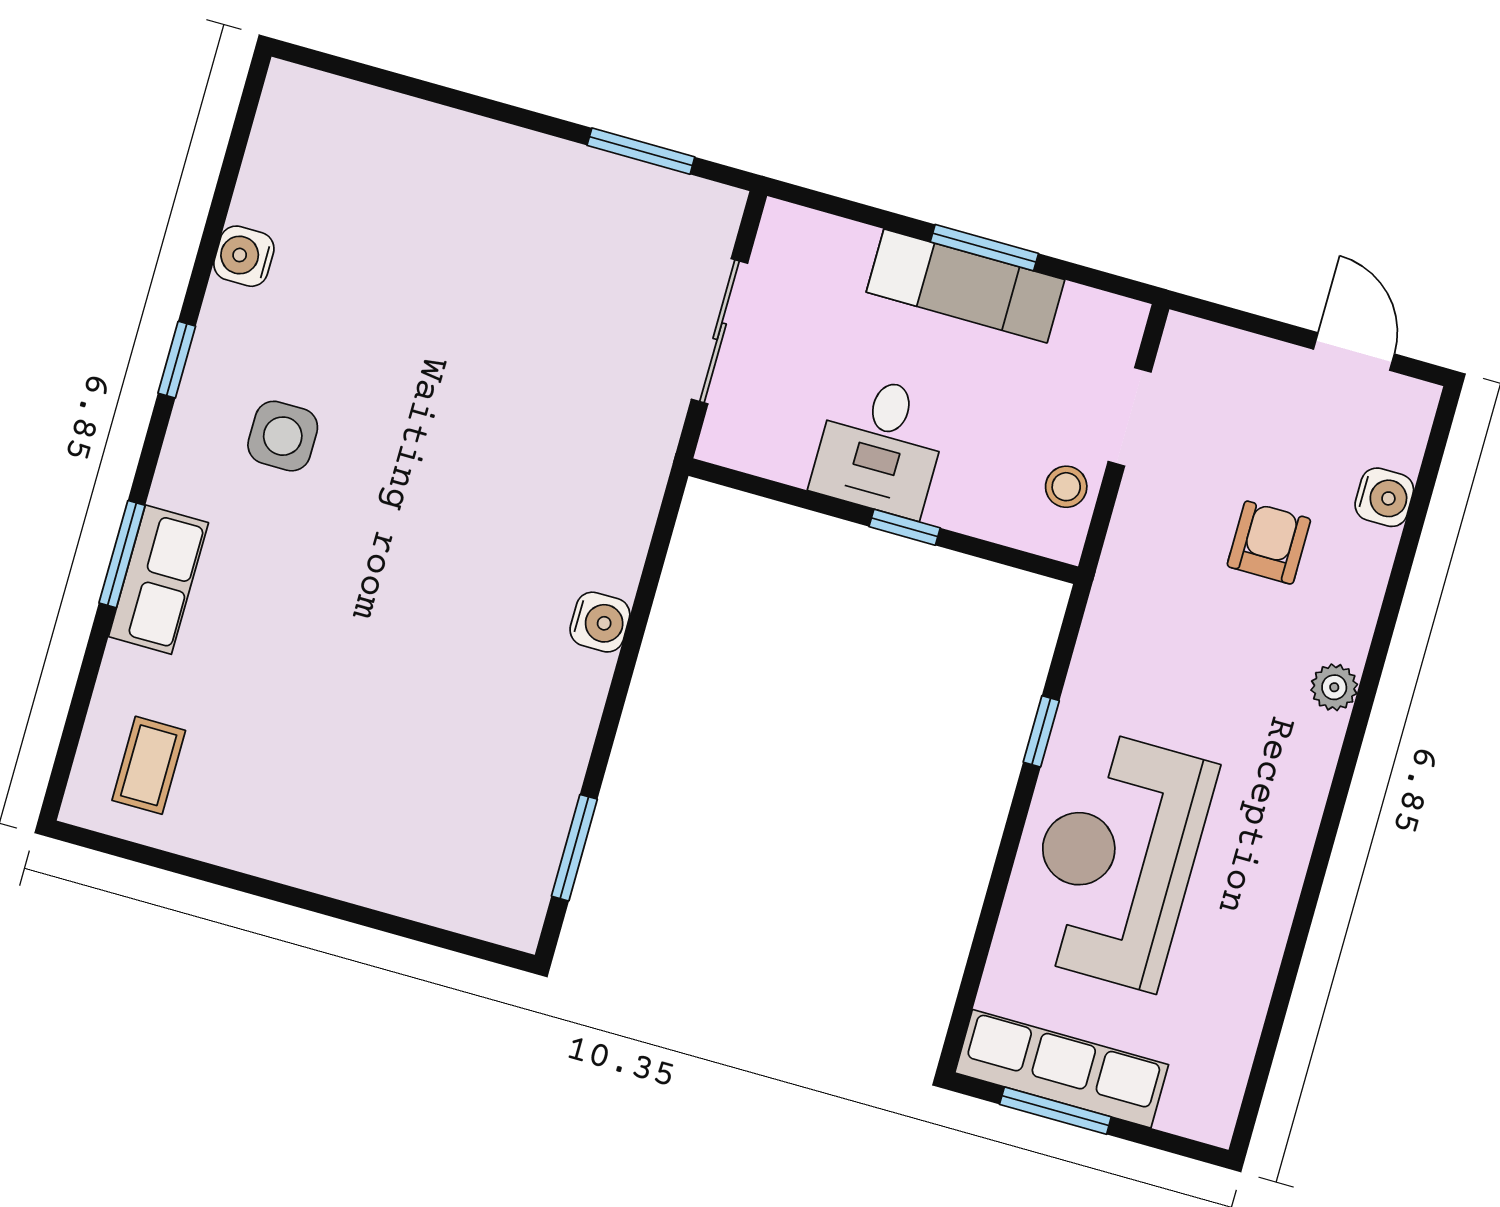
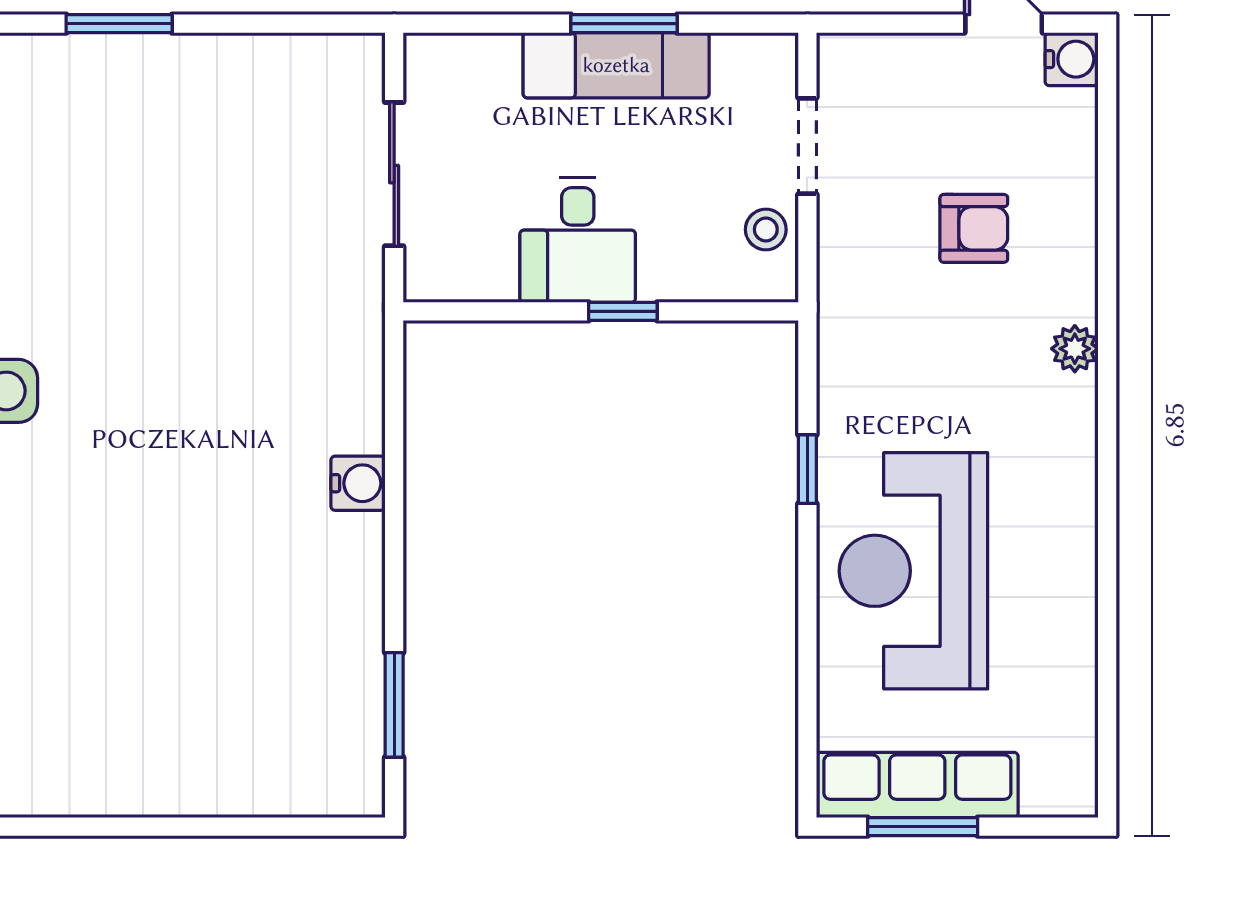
window: (641, 151) -> (119, 24), moved
water cooler: (1384, 497) -> (1072, 59), moved
armchair: (1269, 543) -> (974, 228), turned 90

